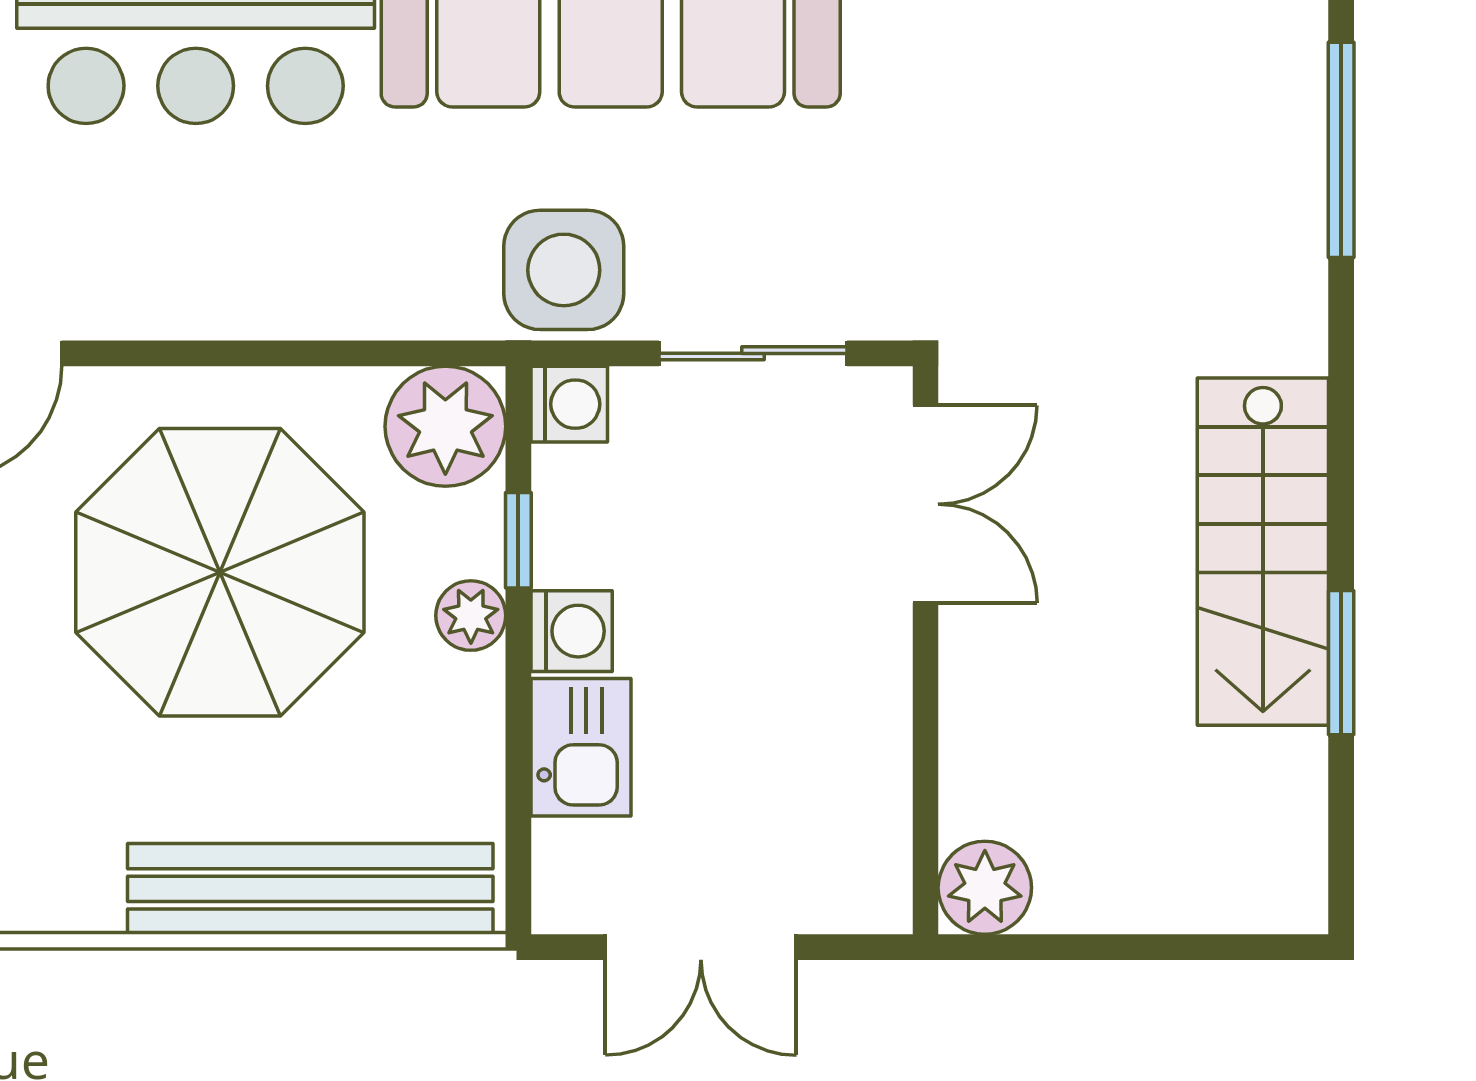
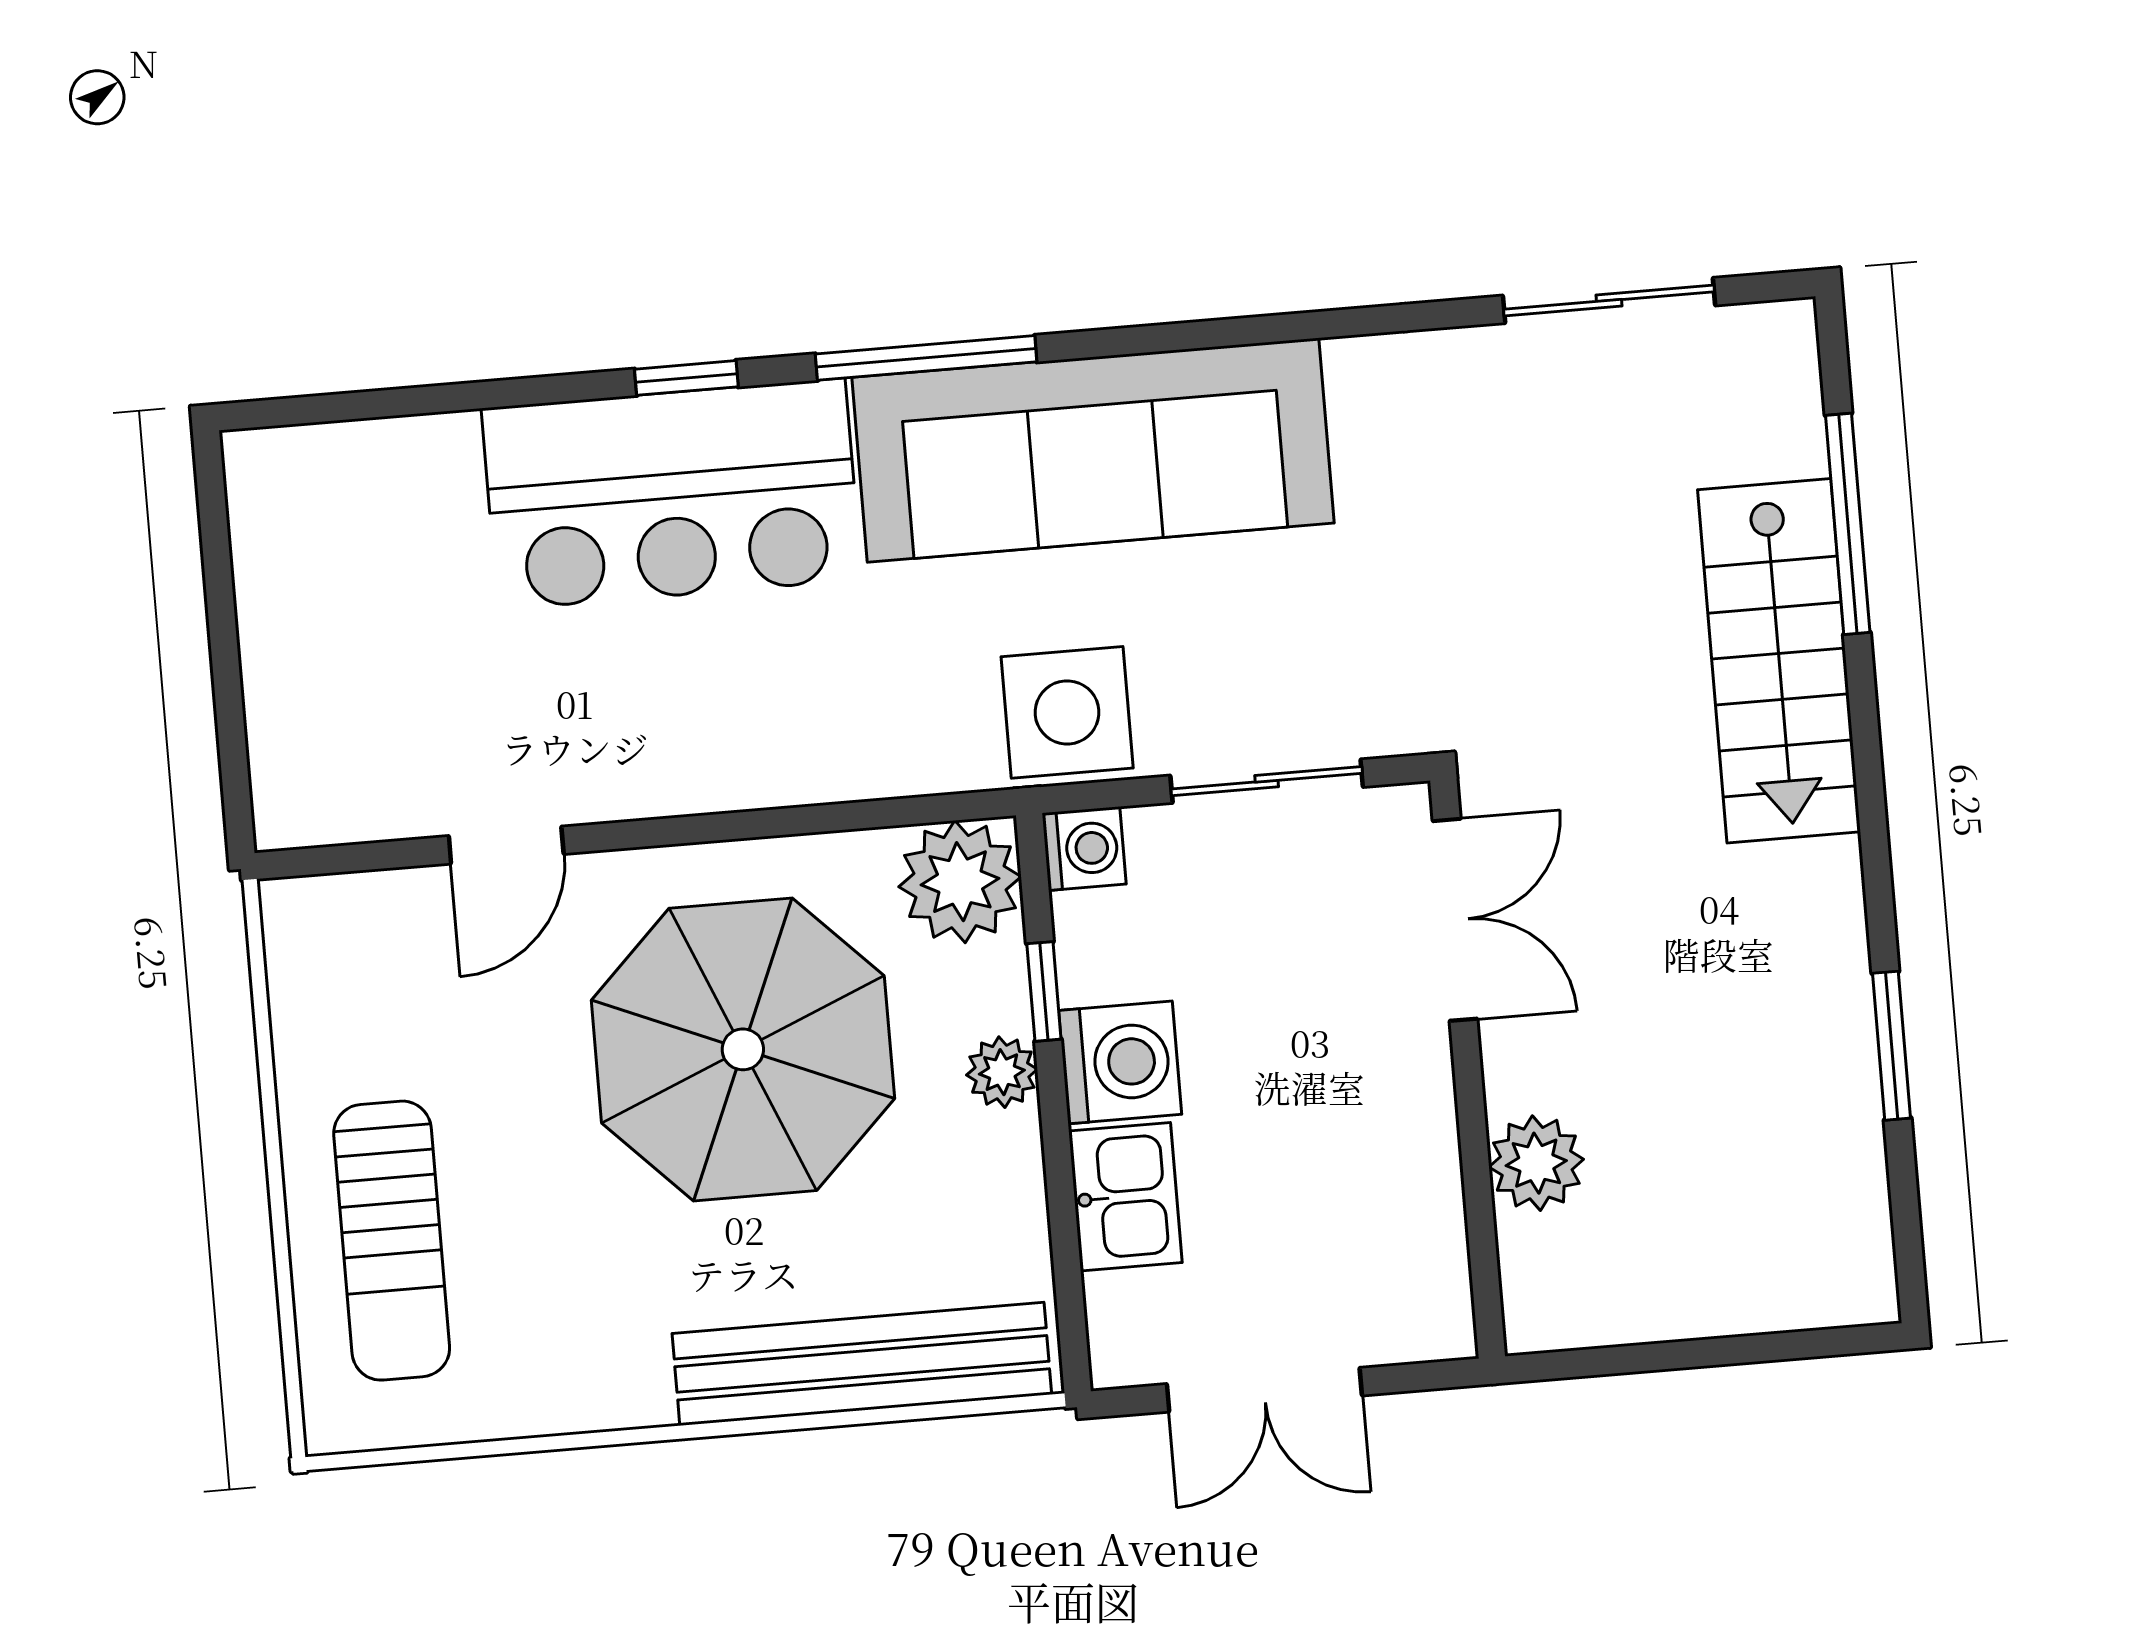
stairs: (1263, 552) -> (1779, 661), moved
washing machine: (572, 631) -> (1120, 1062), width x1.38, depth x1.38
plant: (985, 888) -> (1536, 1163), moved

